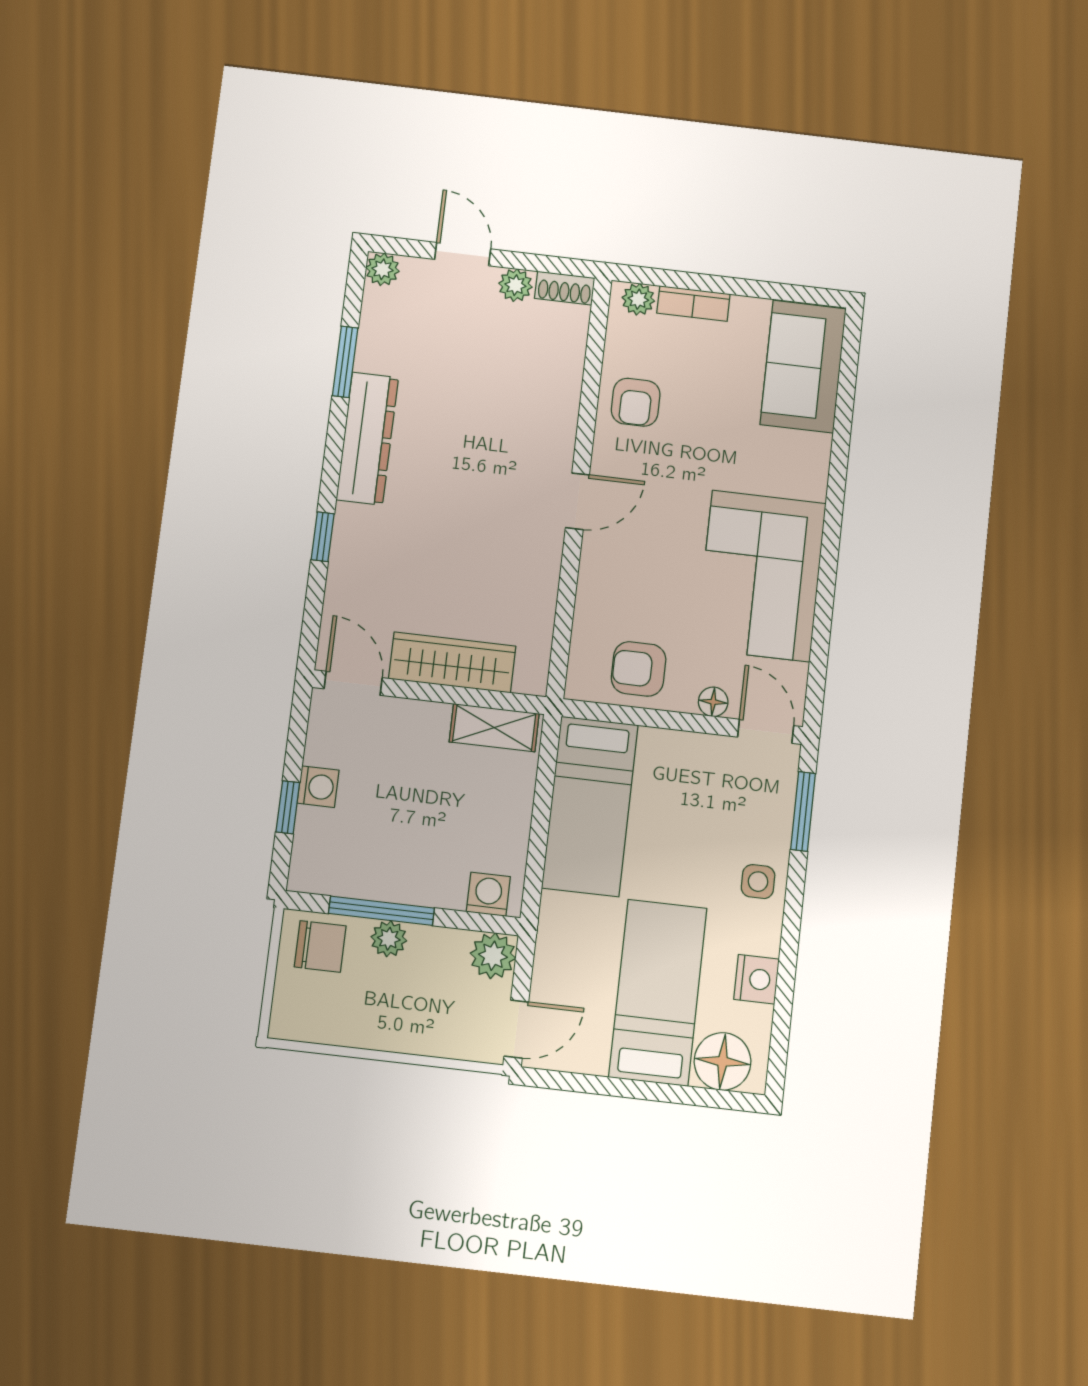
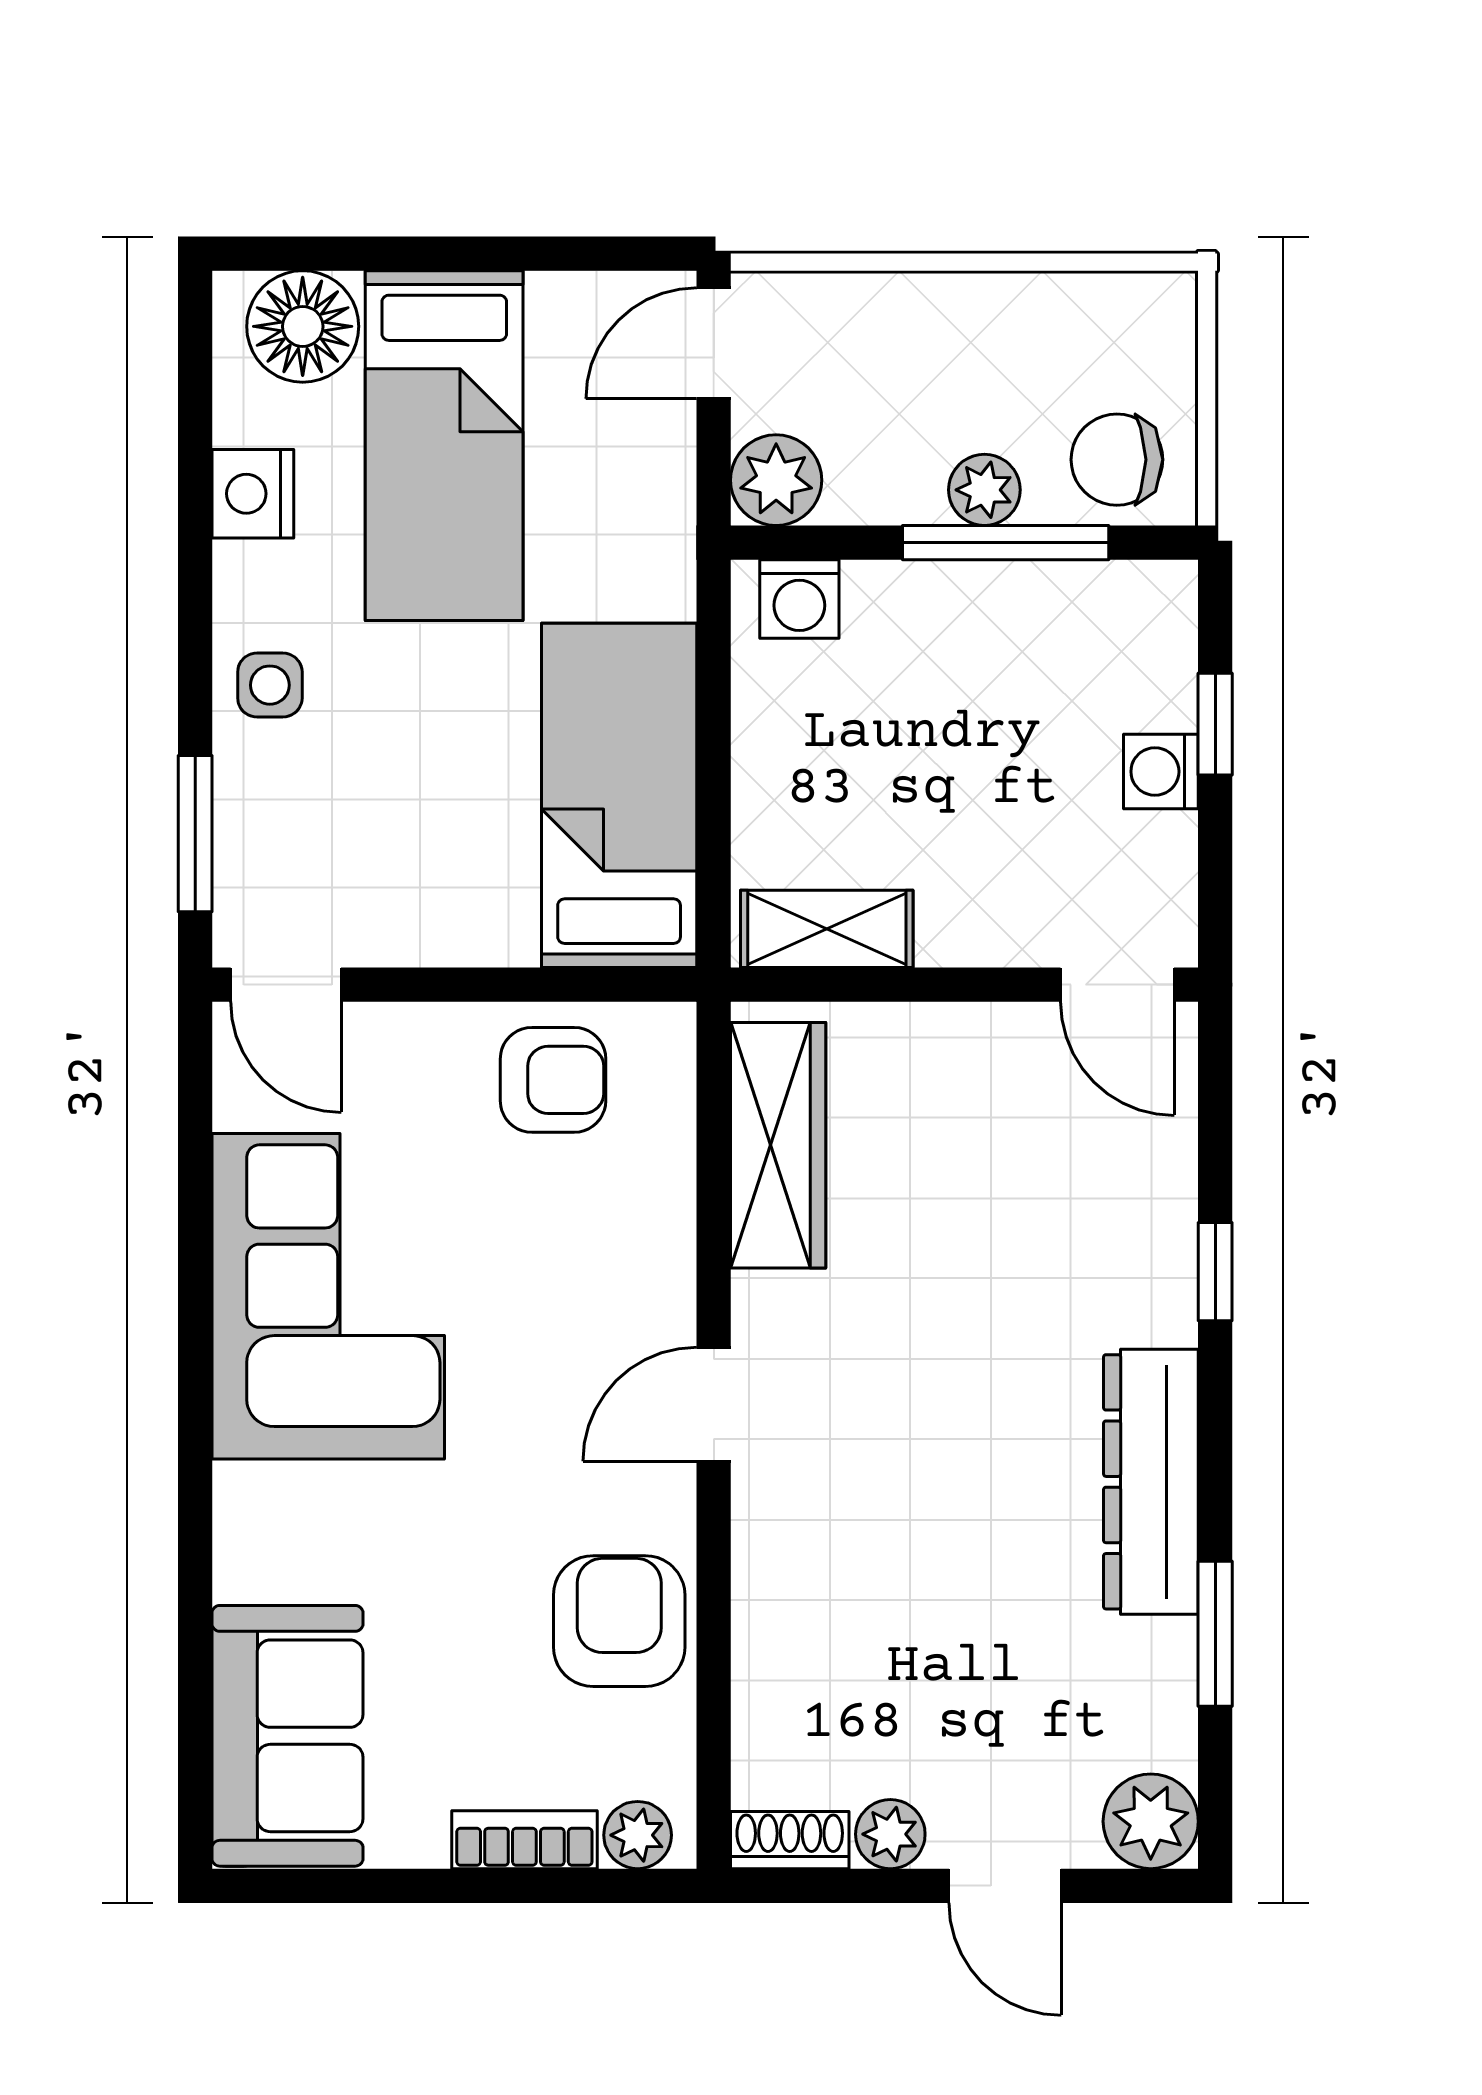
plant: (383, 269) -> (1151, 1821), width x1.38, depth x1.38
armchair: (636, 402) -> (619, 1621), width x1.38, depth x1.38
wardrobe: (452, 662) -> (778, 1145), moved, turned -90
floor lamp: (713, 702) -> (397, 1031), removed

